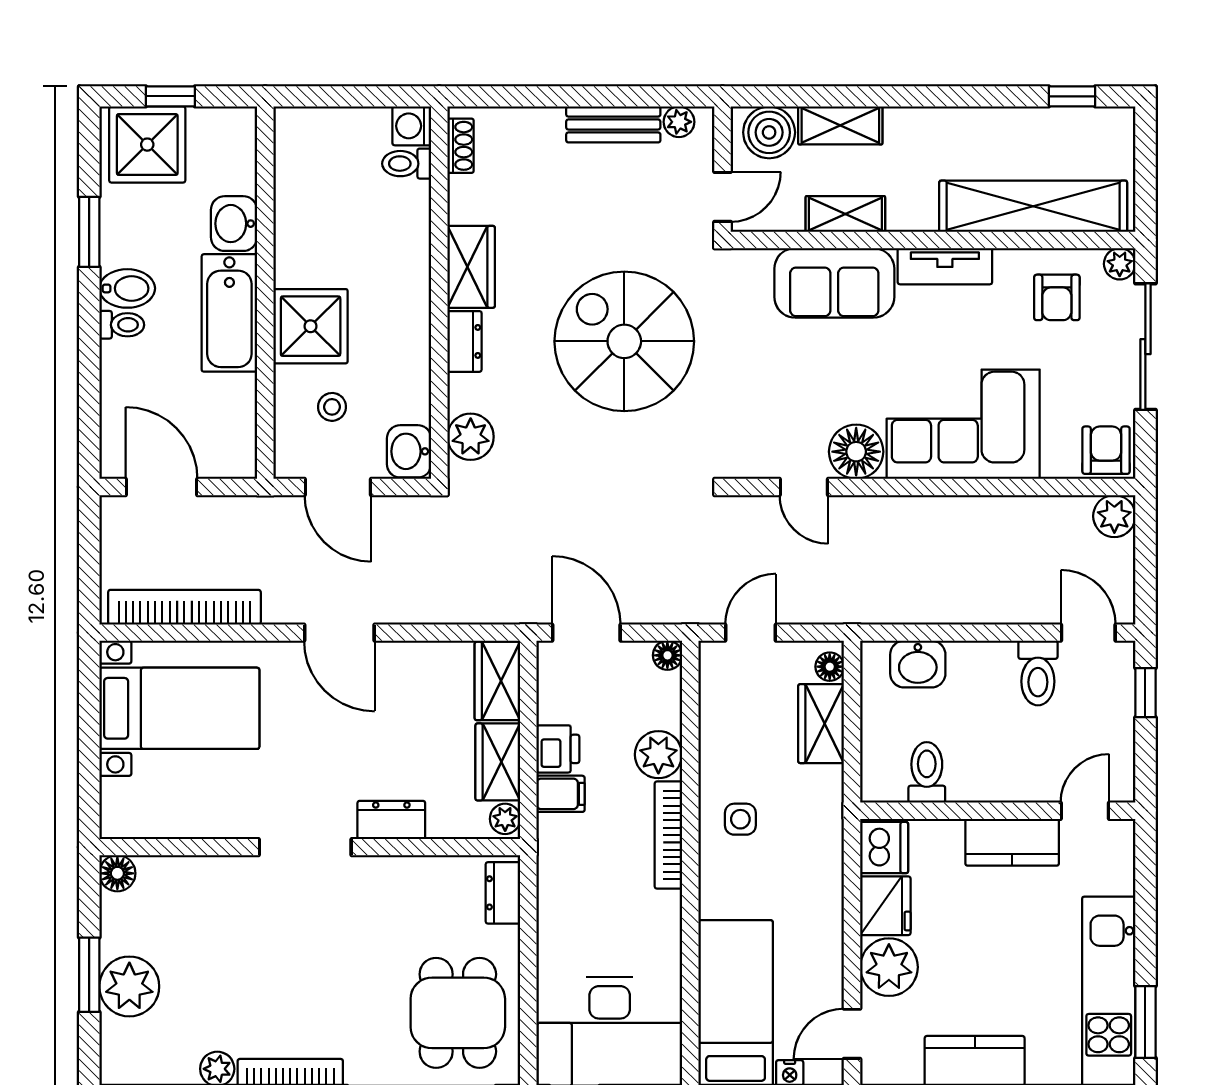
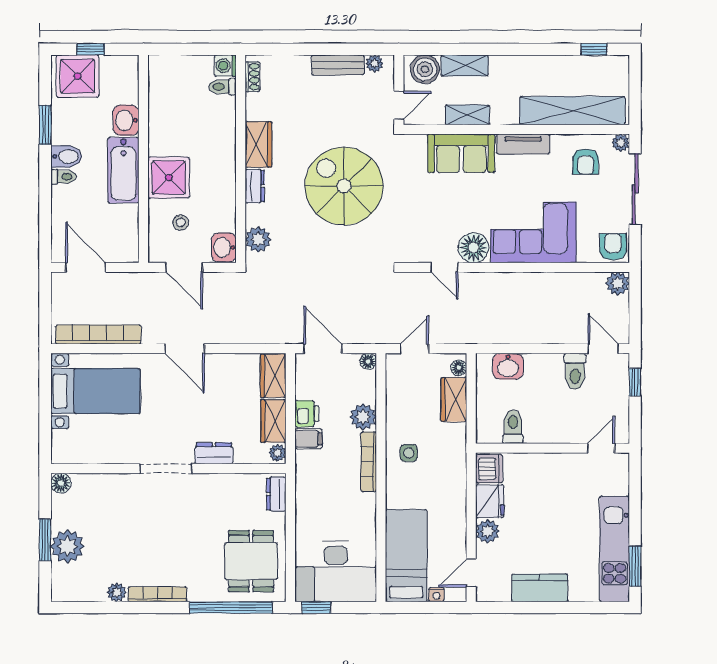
kitchen counter: (1012, 842) -> (561, 466), removed
plant: (889, 967) -> (488, 531), width x0.73, depth x0.73

